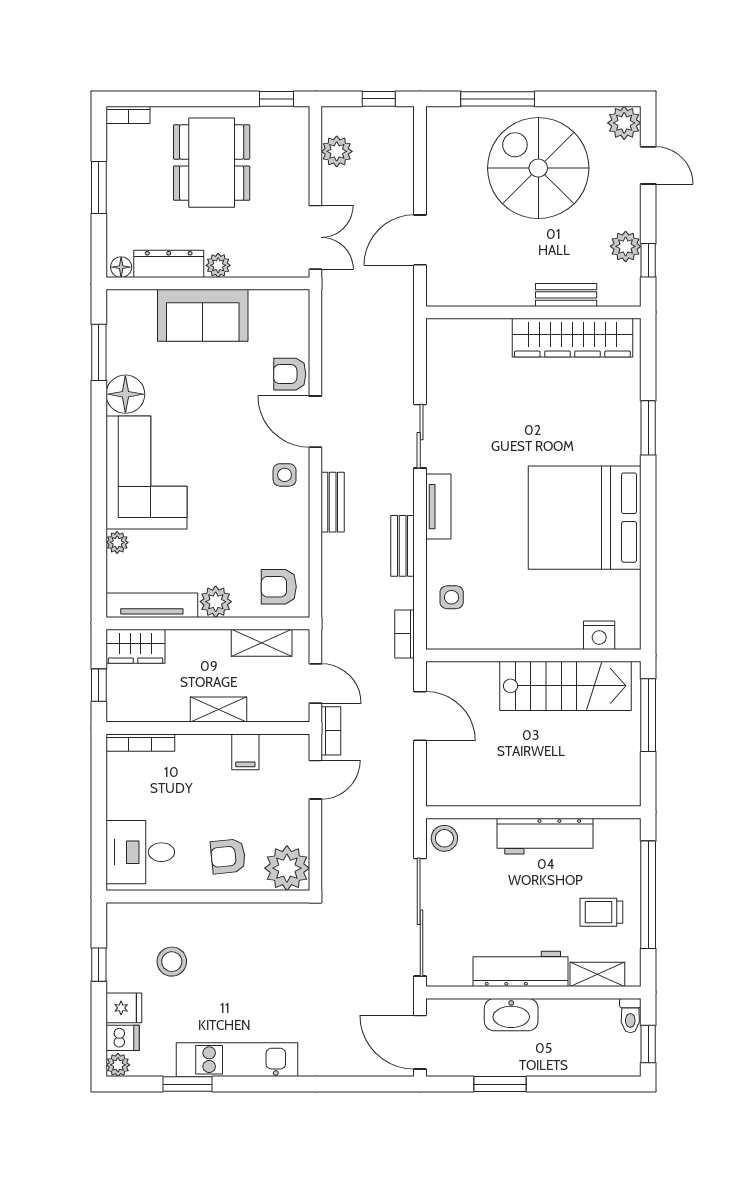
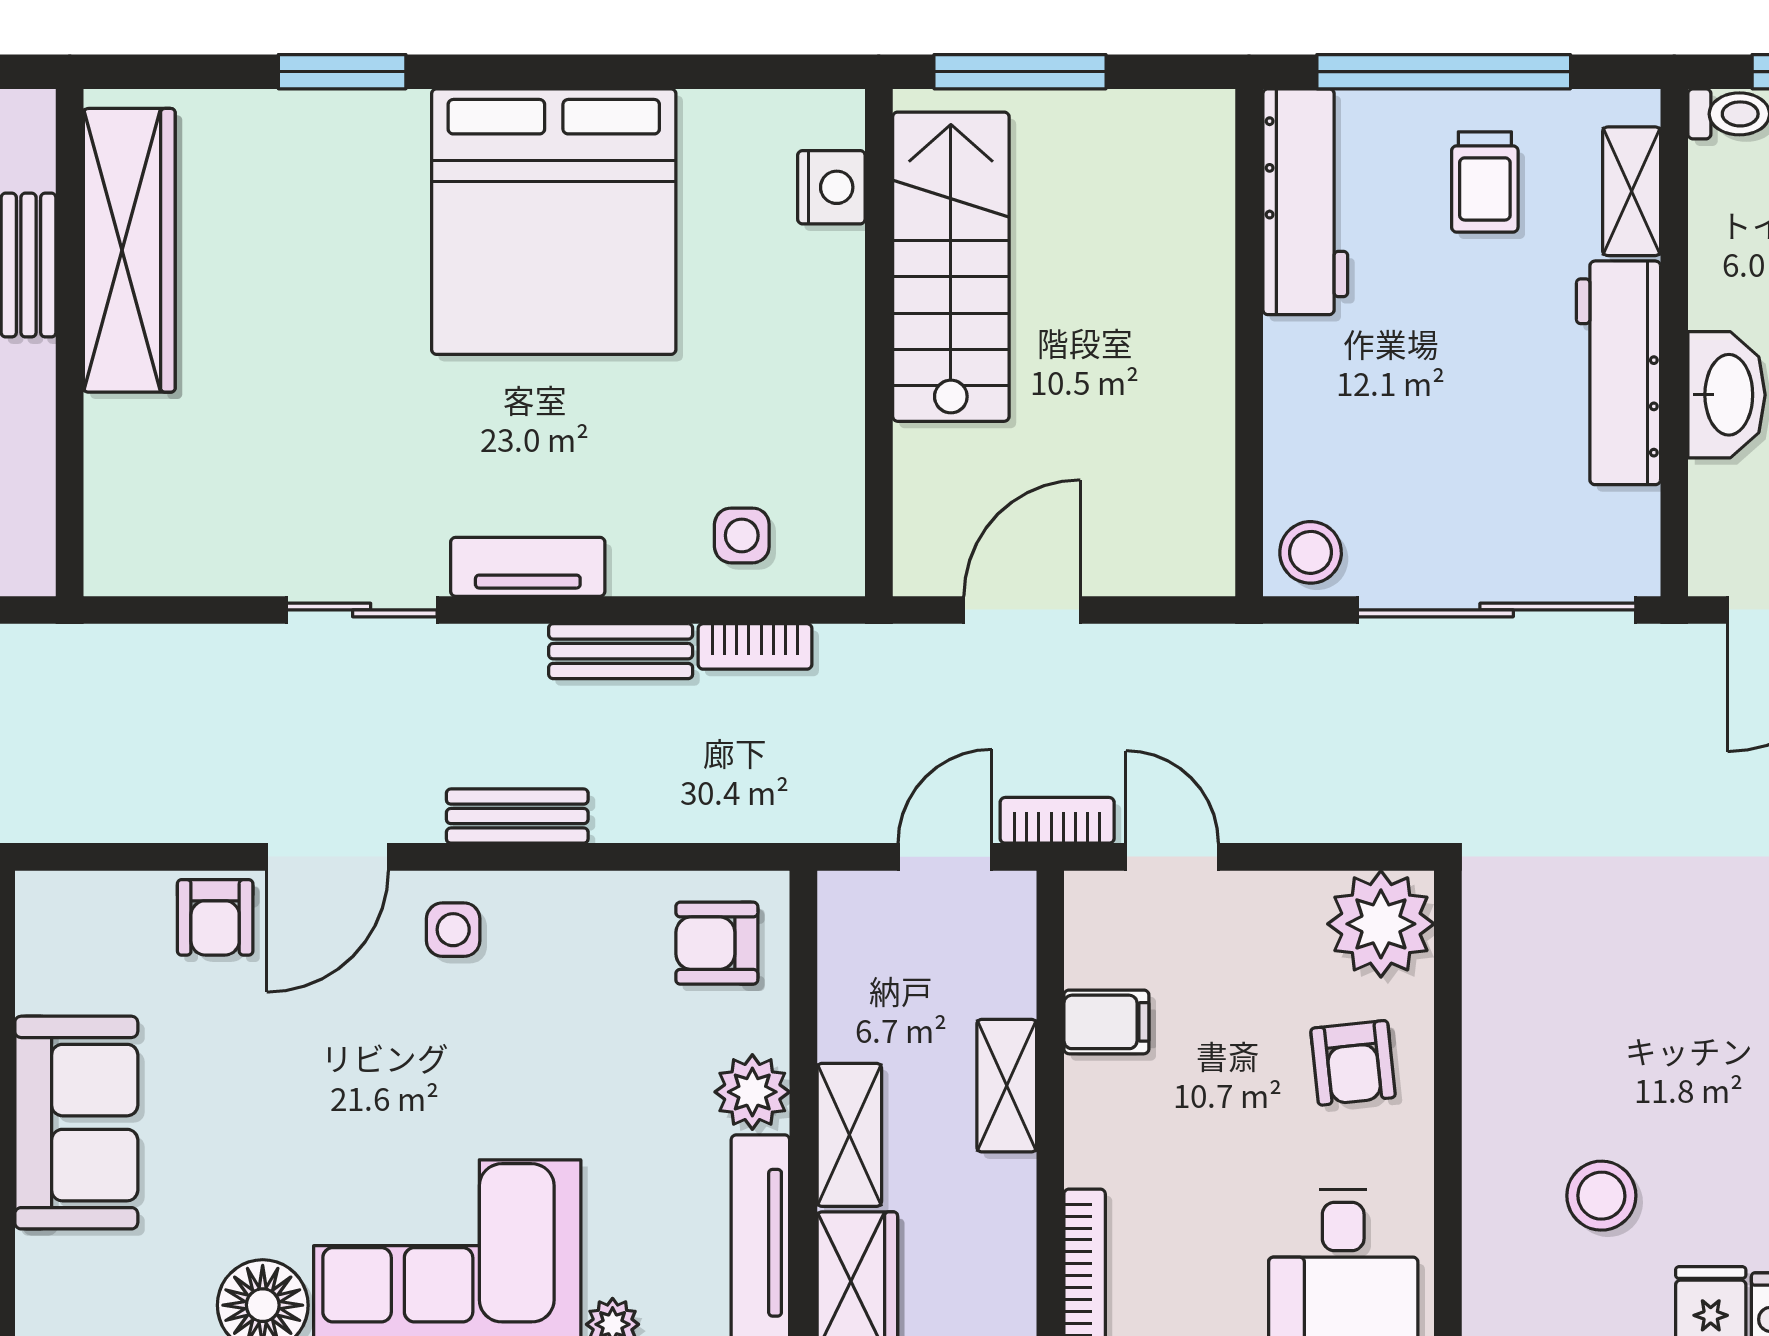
armchair: (279, 587) -> (717, 943), turned 90
bookcase: (405, 634) -> (755, 646), moved
shelving: (262, 643) -> (849, 1135), moved
workbench: (545, 836) -> (1305, 202), moved

